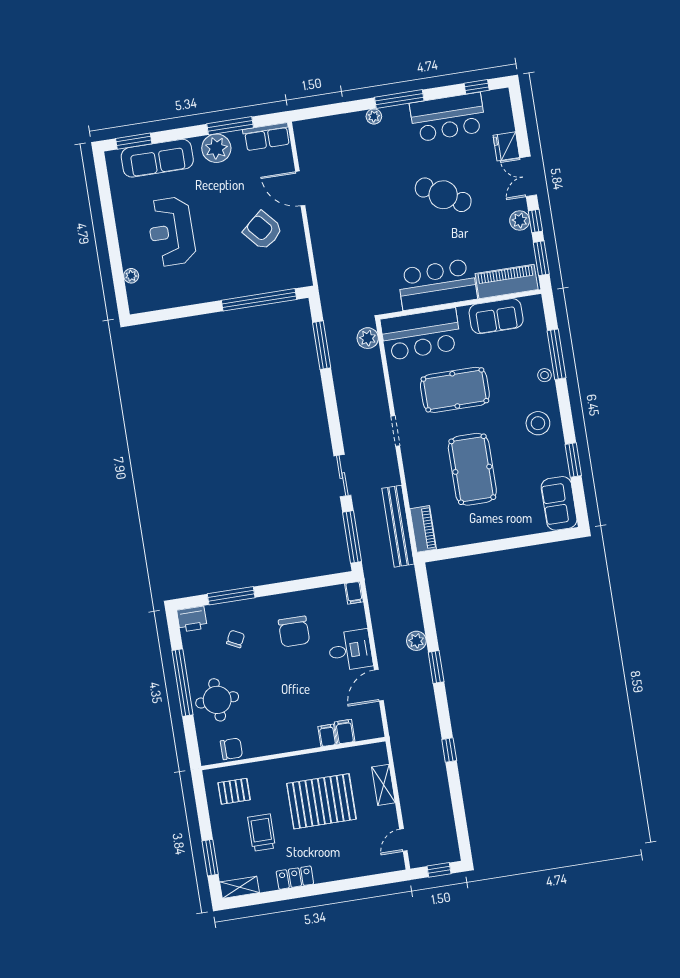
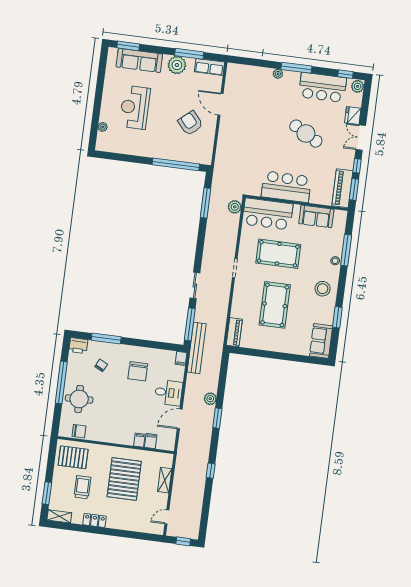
plant: (520, 221) -> (358, 86), moved
piano: (507, 281) -> (342, 188), moved, turned -90
bench: (398, 526) -> (197, 348), moved
pallet: (234, 791) -> (73, 457), width x1.50, depth x1.42
pallet: (321, 801) -> (124, 479), turned 90

